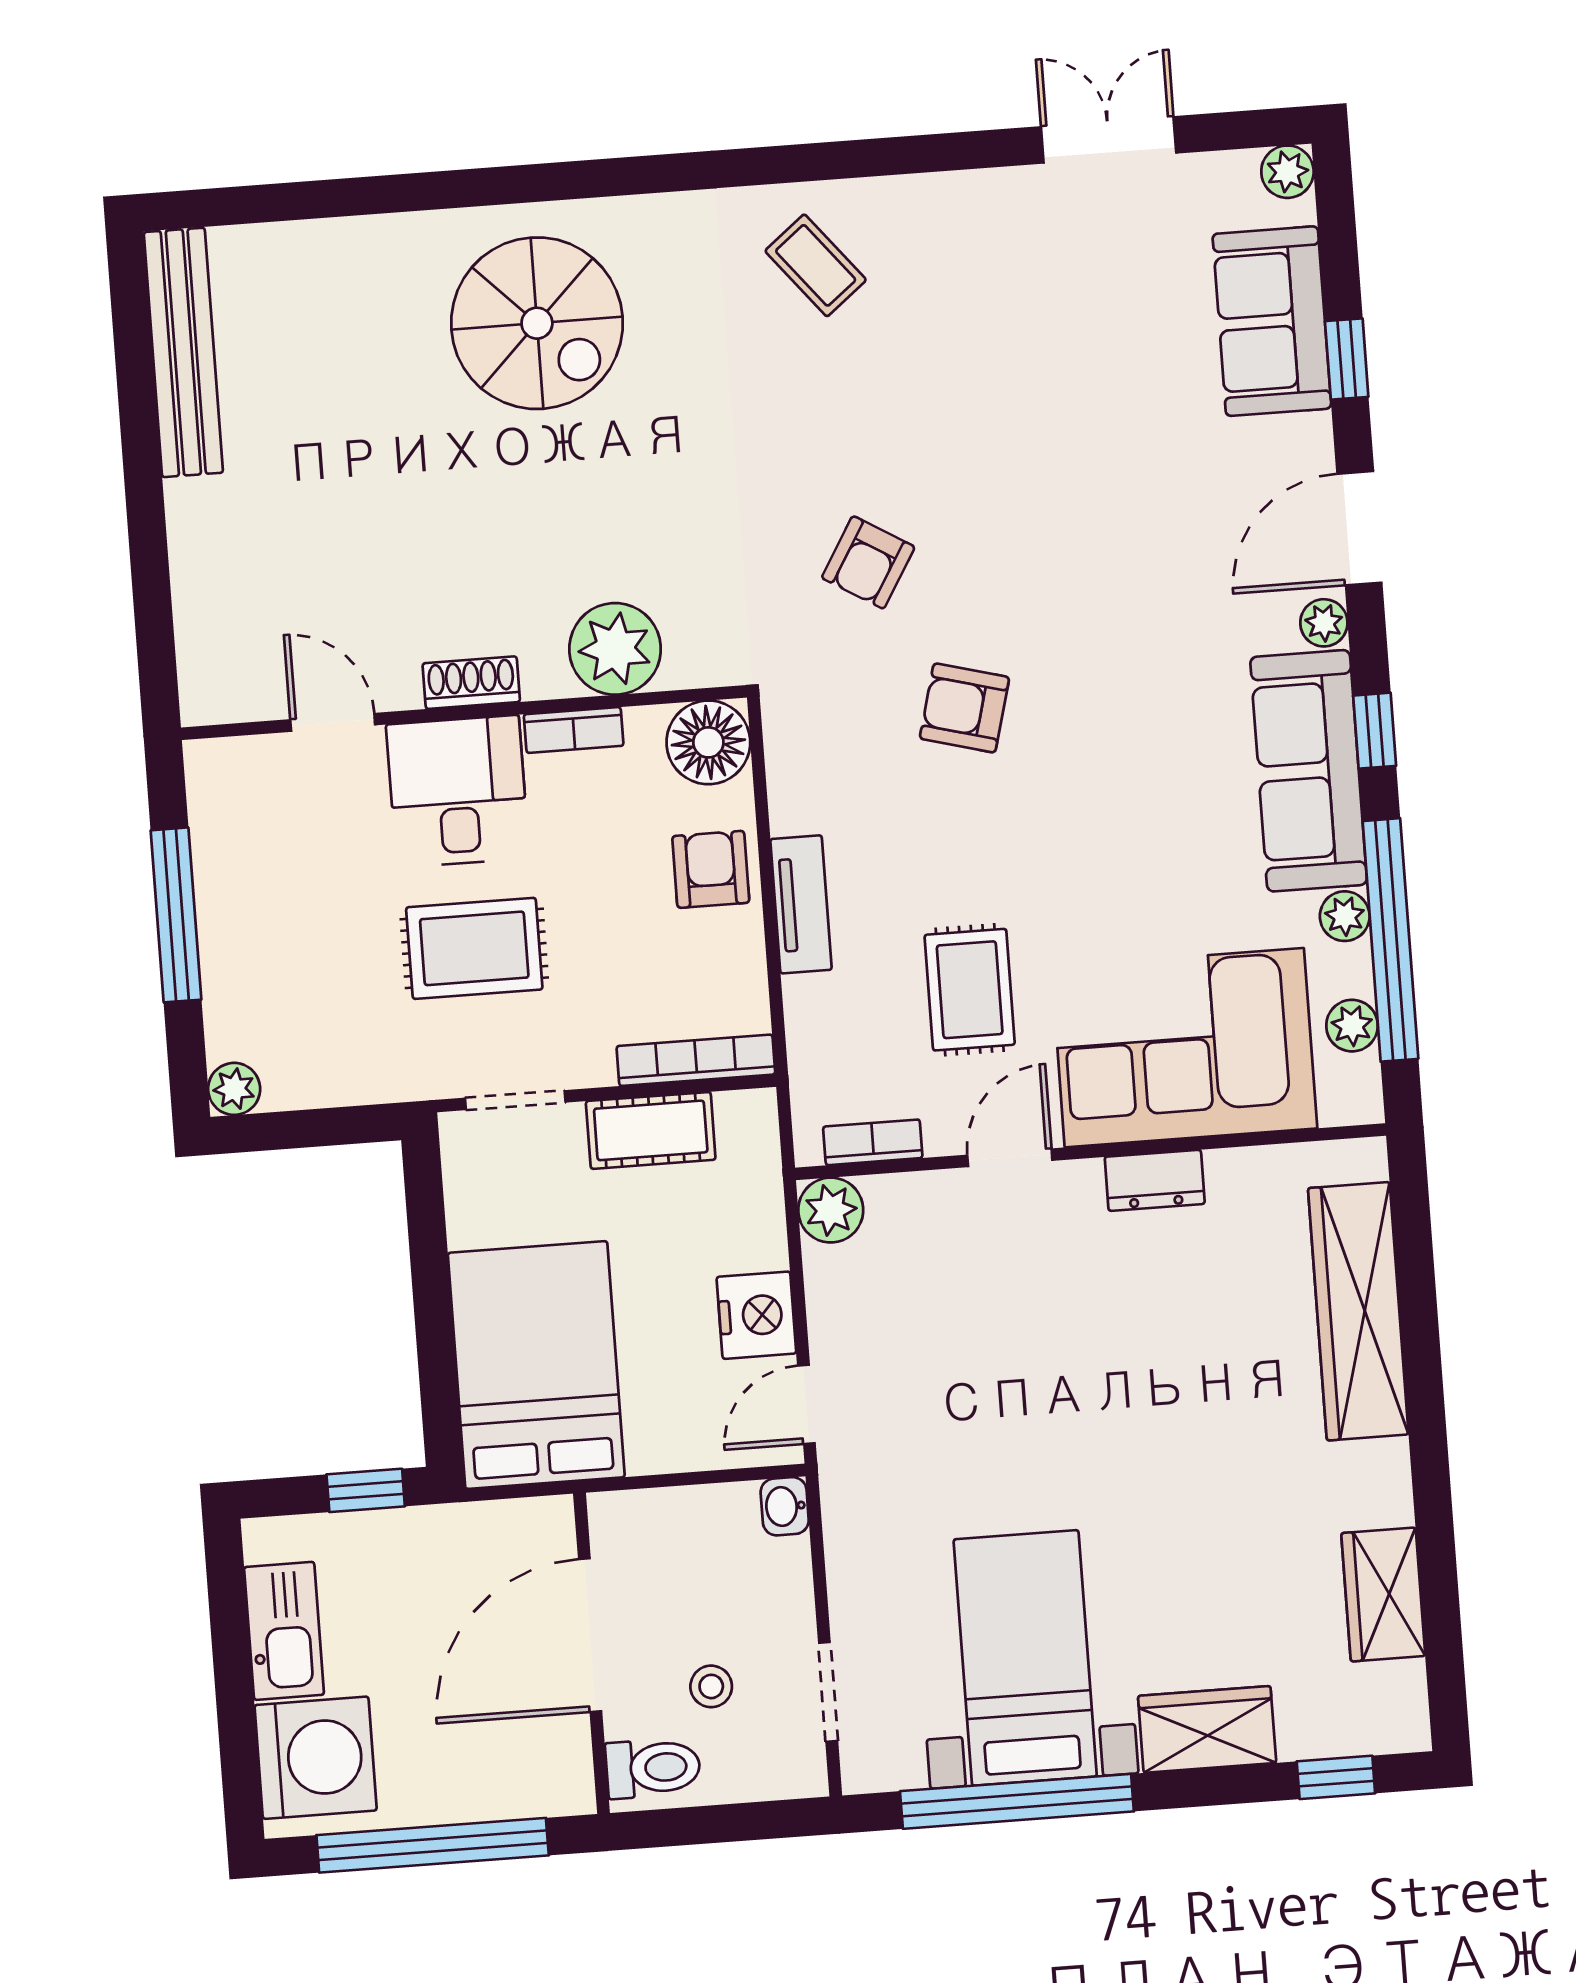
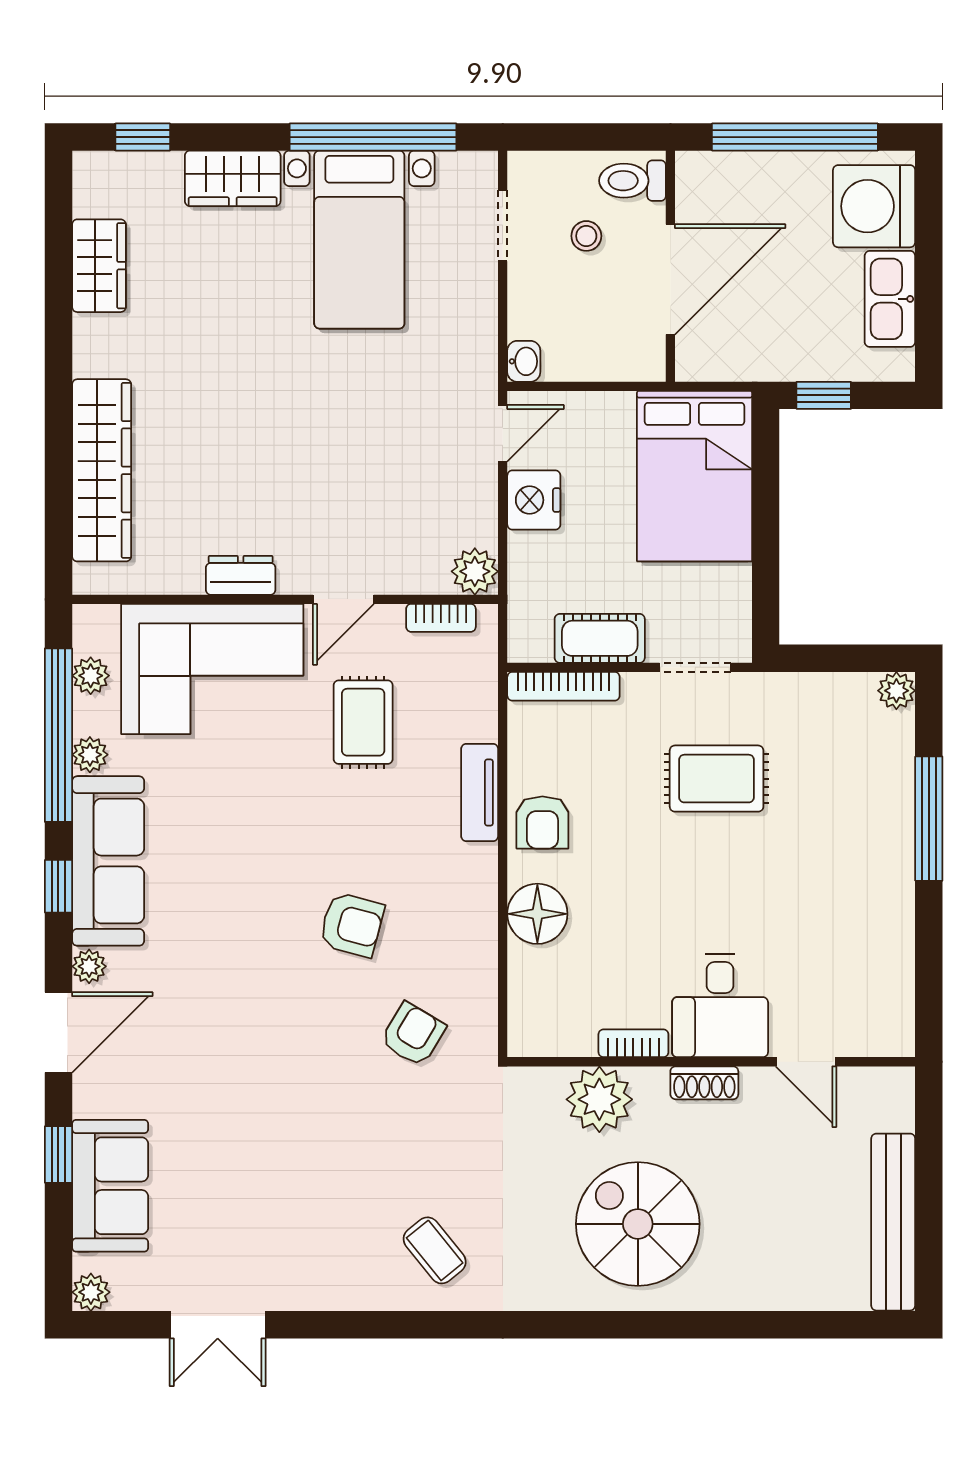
plant: (615, 649) -> (599, 1099), moved
shoe rack: (471, 683) -> (704, 1083), moved
wall: (464, 712) -> (711, 1062), moved
door: (333, 722) -> (806, 1062), moved
bookcase: (574, 730) -> (633, 1043), moved
desk: (458, 791) -> (720, 1005), moved

